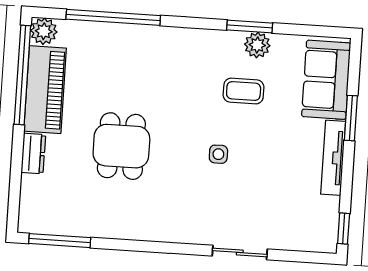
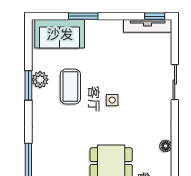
coffee table: (244, 91) -> (70, 87), width x1.36, depth x1.30
tv unit: (333, 158) -> (148, 26), moved
floor lamp: (142, 232) -> (166, 146), added

